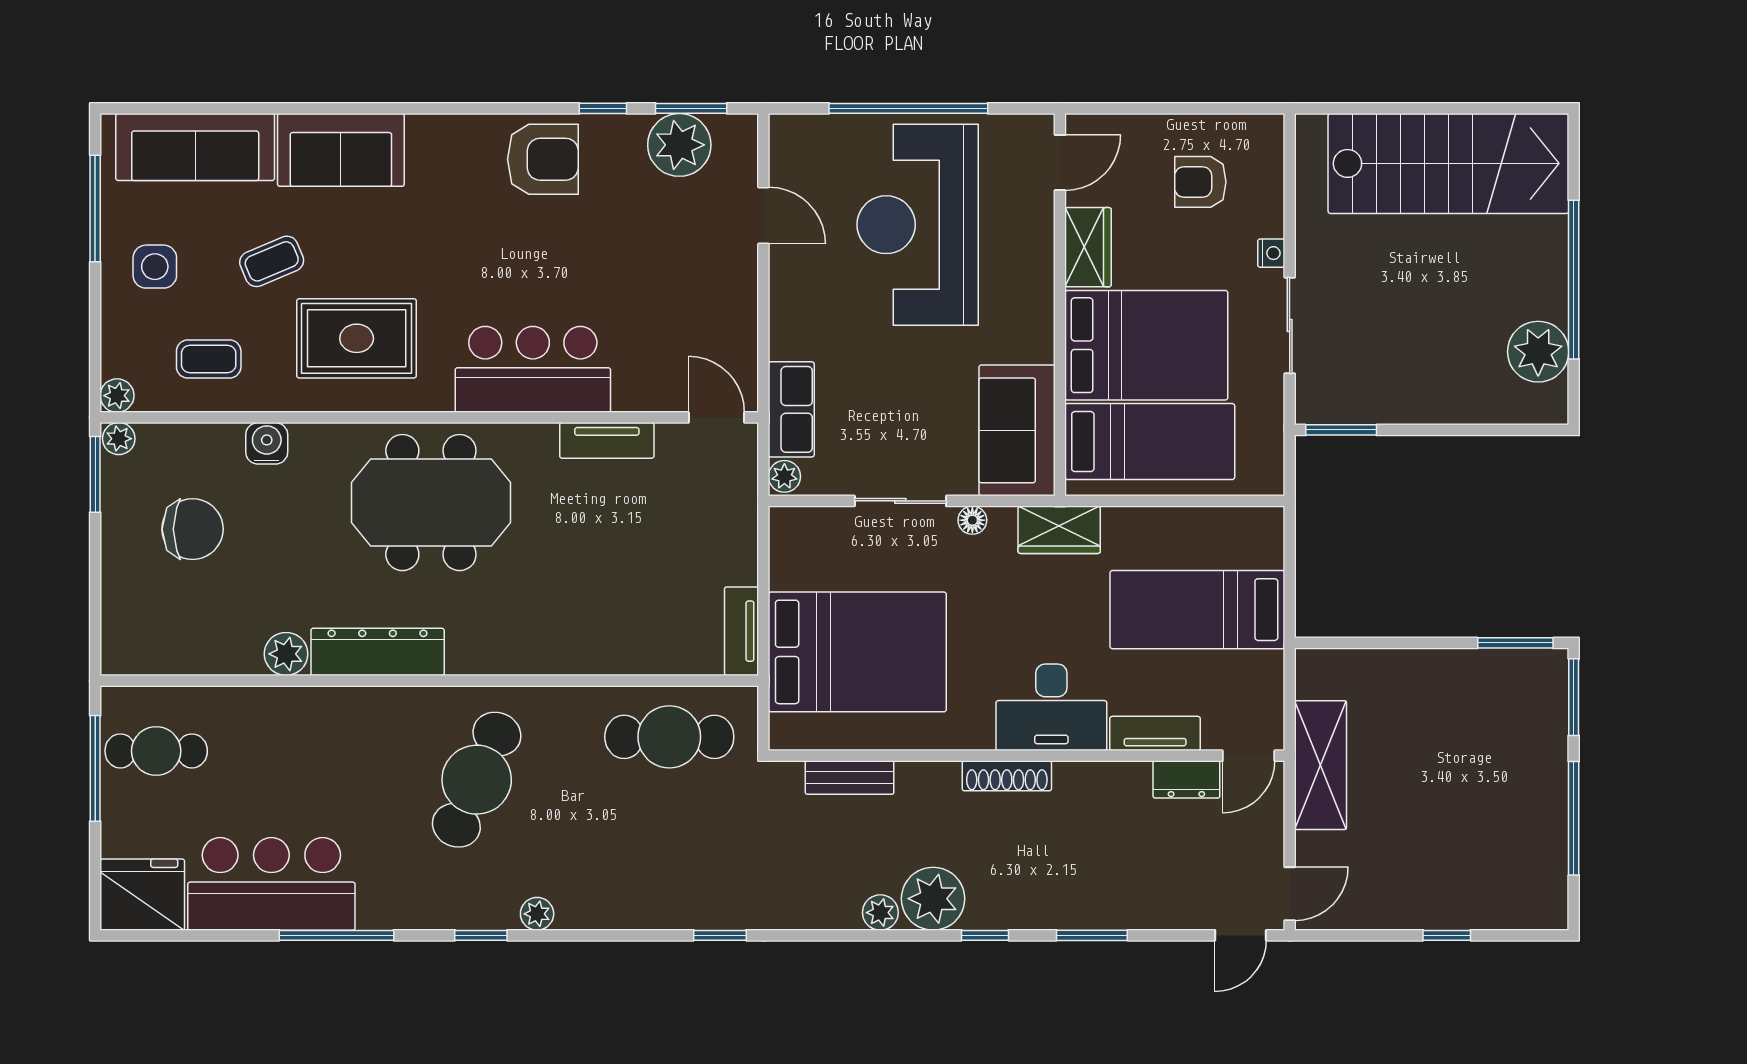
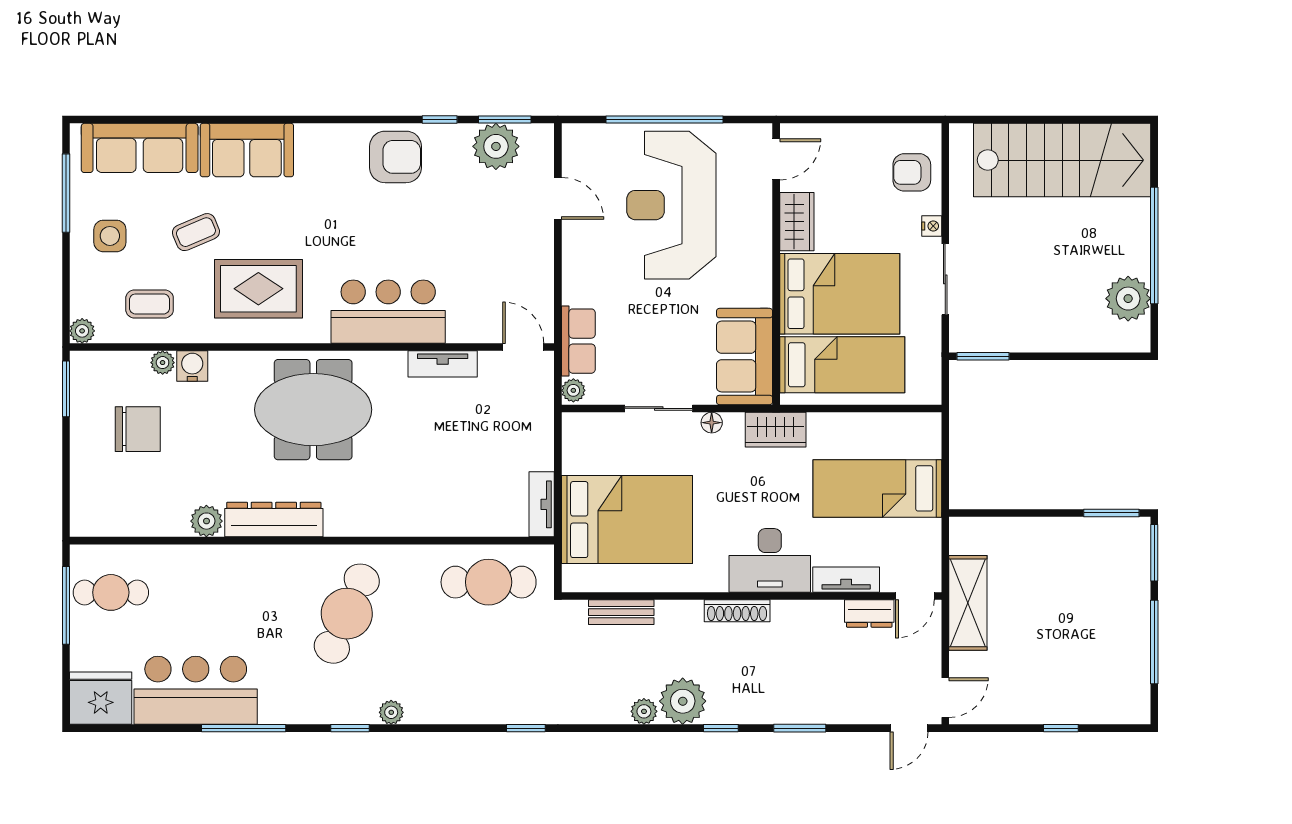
armchair: (1200, 182) -> (912, 172), moved
plant: (119, 439) -> (163, 363), moved

